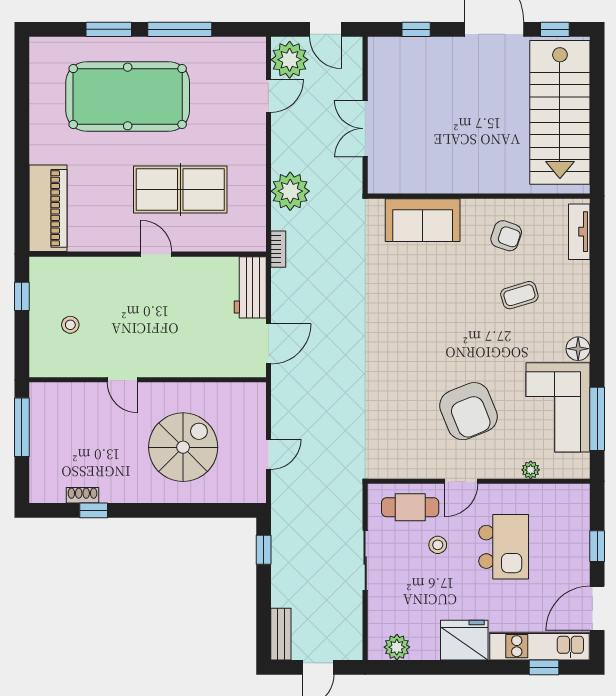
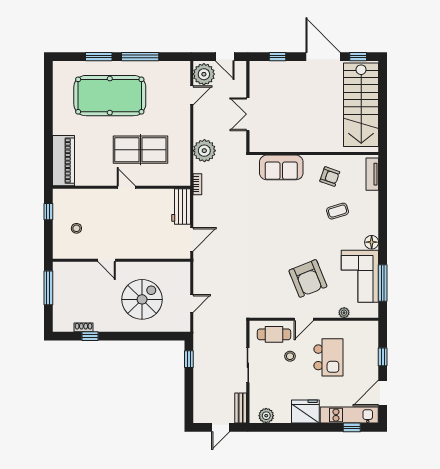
bench: (281, 634) -> (241, 408), moved

